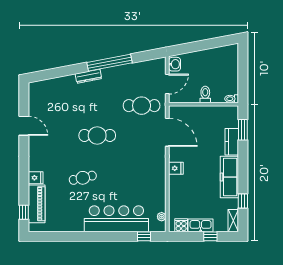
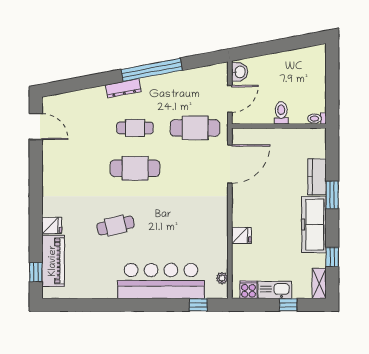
cafe table: (97, 106) -> (135, 128), added
door: (24, 126) -> (36, 126), moved
window: (243, 130) -> (332, 195), moved
door: (167, 132) -> (230, 164), hinge flipped
fridge: (176, 168) -> (241, 235), moved

